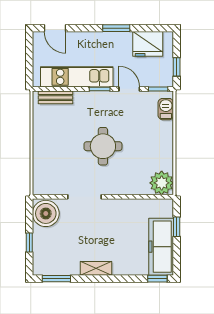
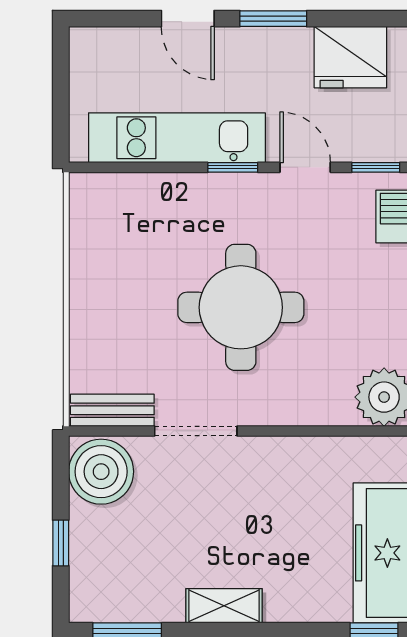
door: (55, 28) -> (188, 19), moved
bench: (56, 97) -> (112, 410), moved
round table: (103, 146) -> (241, 307), width x1.36, depth x1.36

